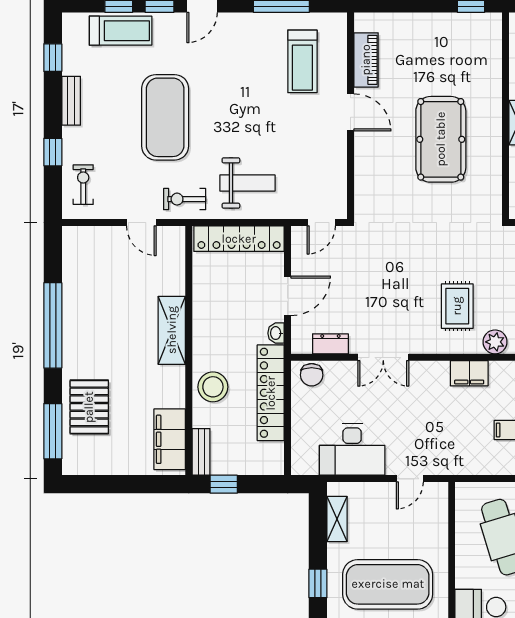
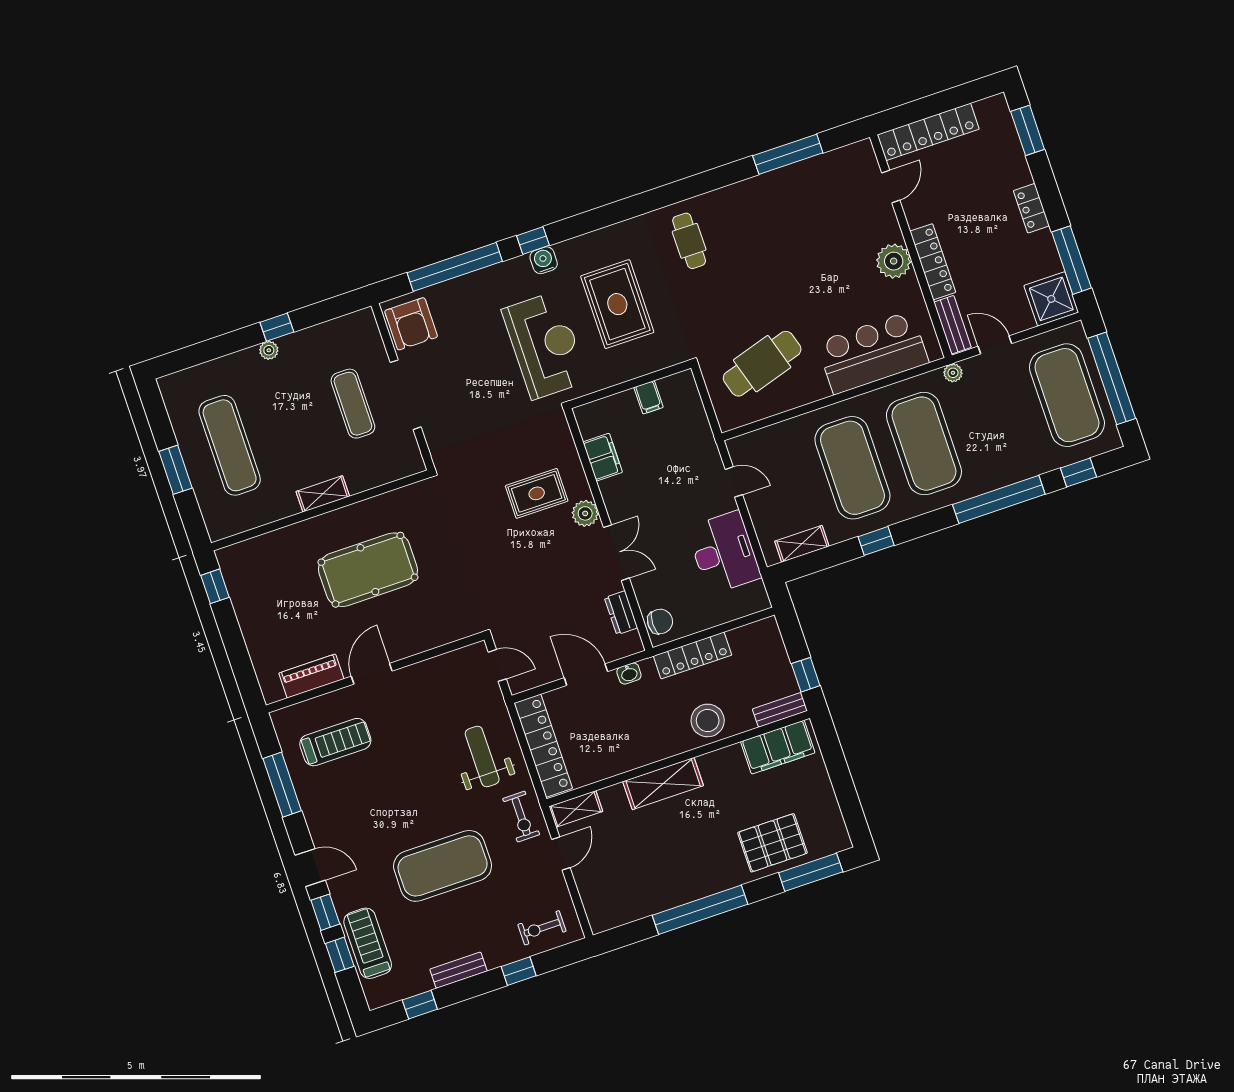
shelving: (175, 248) -> (576, 809), added
plant: (495, 342) -> (585, 513), moved
locker: (271, 393) -> (693, 655), width x0.71, depth x0.83

